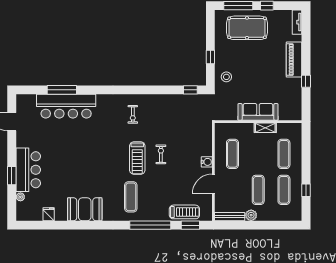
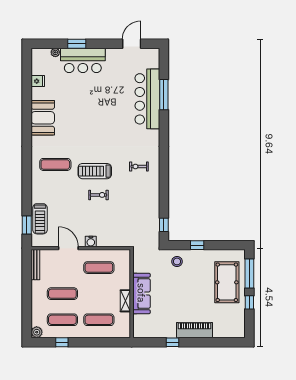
tv unit: (297, 22) -> (233, 333), removed
plant: (251, 215) -> (37, 332), moved
window: (150, 225) -> (27, 184), removed

